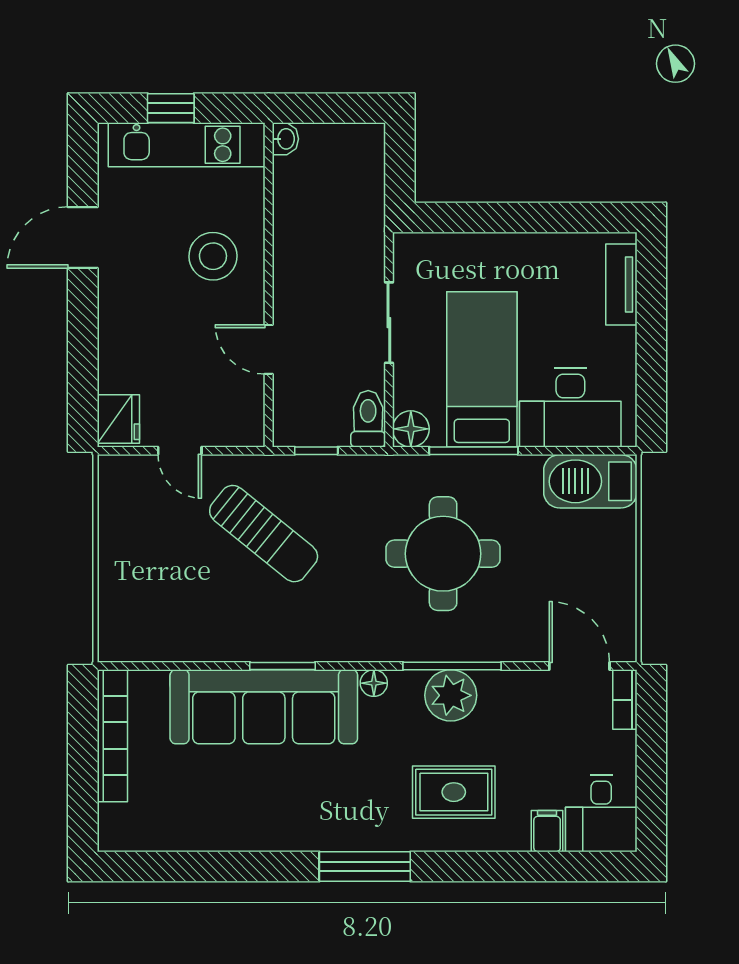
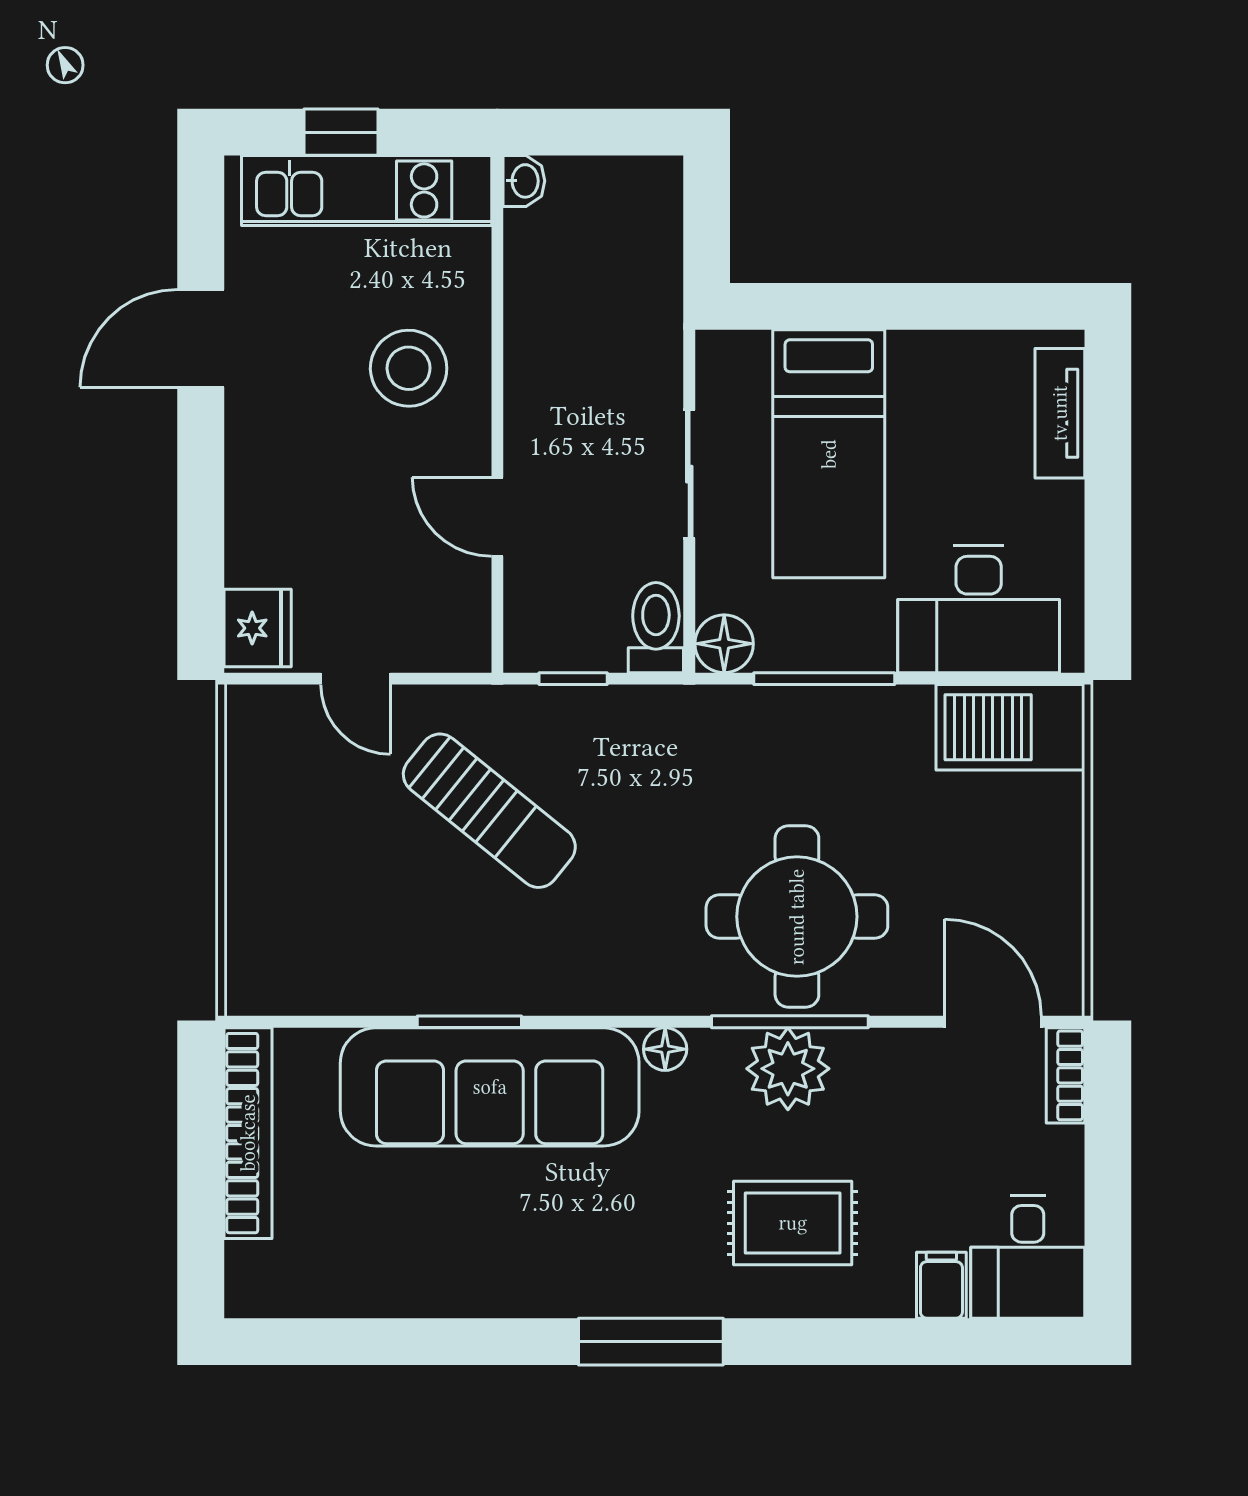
bed: (482, 369) -> (829, 454), moved, turned 180
round table: (443, 554) -> (797, 917), moved
window: (283, 666) -> (469, 1022), moved

